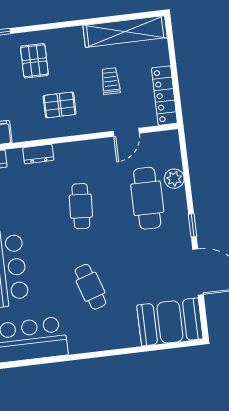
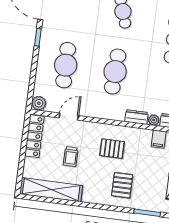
plant: (15, 156) -> (154, 120), added
plant: (174, 179) -> (39, 103), moved
cafe table: (81, 206) -> (115, 72), width x1.37, depth x1.35

